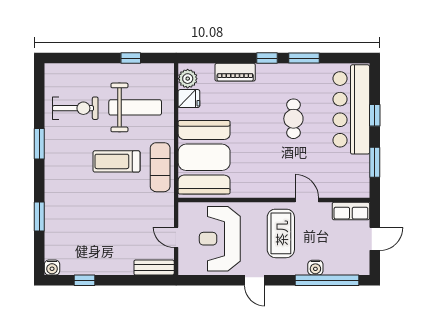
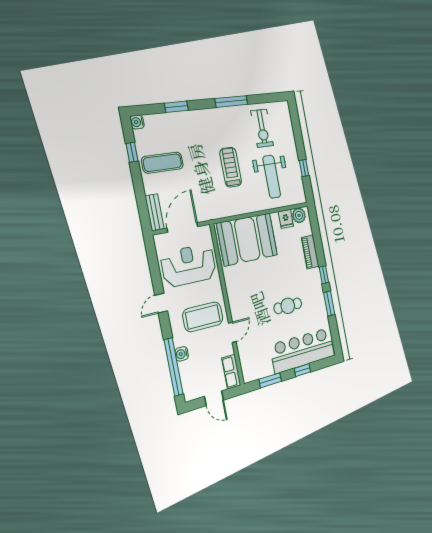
window: (39, 144) -> (231, 101), width x1.44
exercise mat: (160, 167) -> (162, 163), moved
door: (176, 237) -> (183, 227), width x1.88

